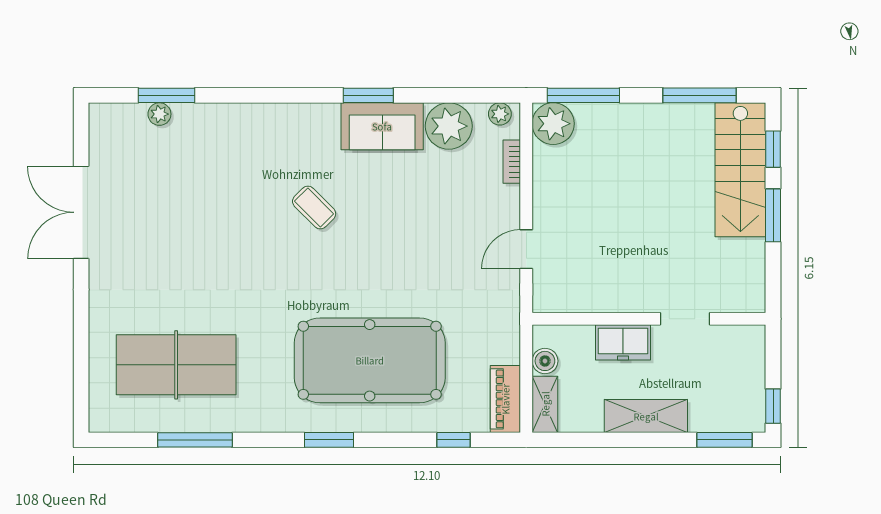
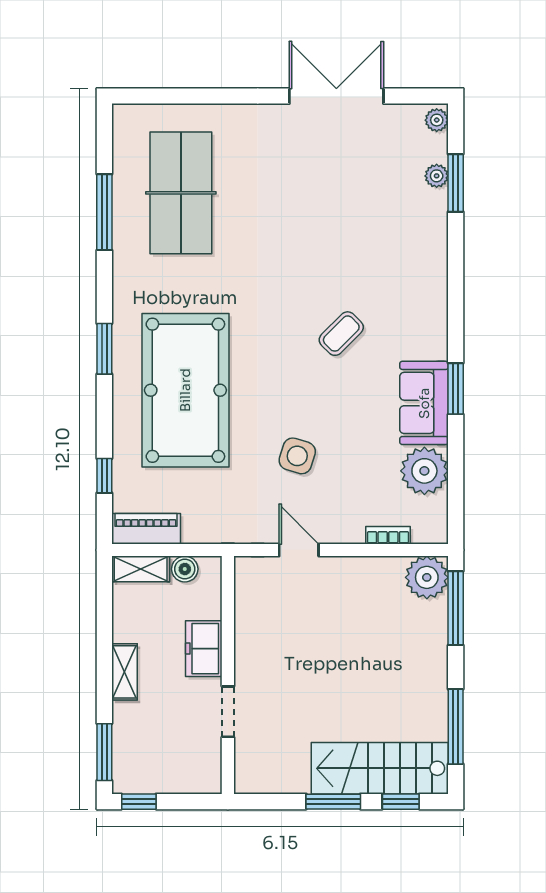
plant: (500, 114) -> (437, 120), moved
side table: (434, 251) -> (297, 456), added
shelving: (646, 416) -> (124, 672), width x0.67, depth x0.75

